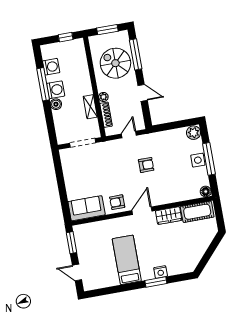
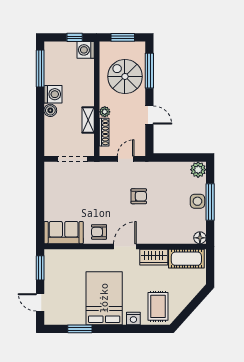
washing machine: (51, 67) -> (86, 50), moved, turned 180
window: (43, 84) -> (40, 68), moved
rug: (180, 258) -> (158, 306), added
bed: (127, 260) -> (104, 298), width x1.50
window: (156, 282) -> (80, 329), moved

